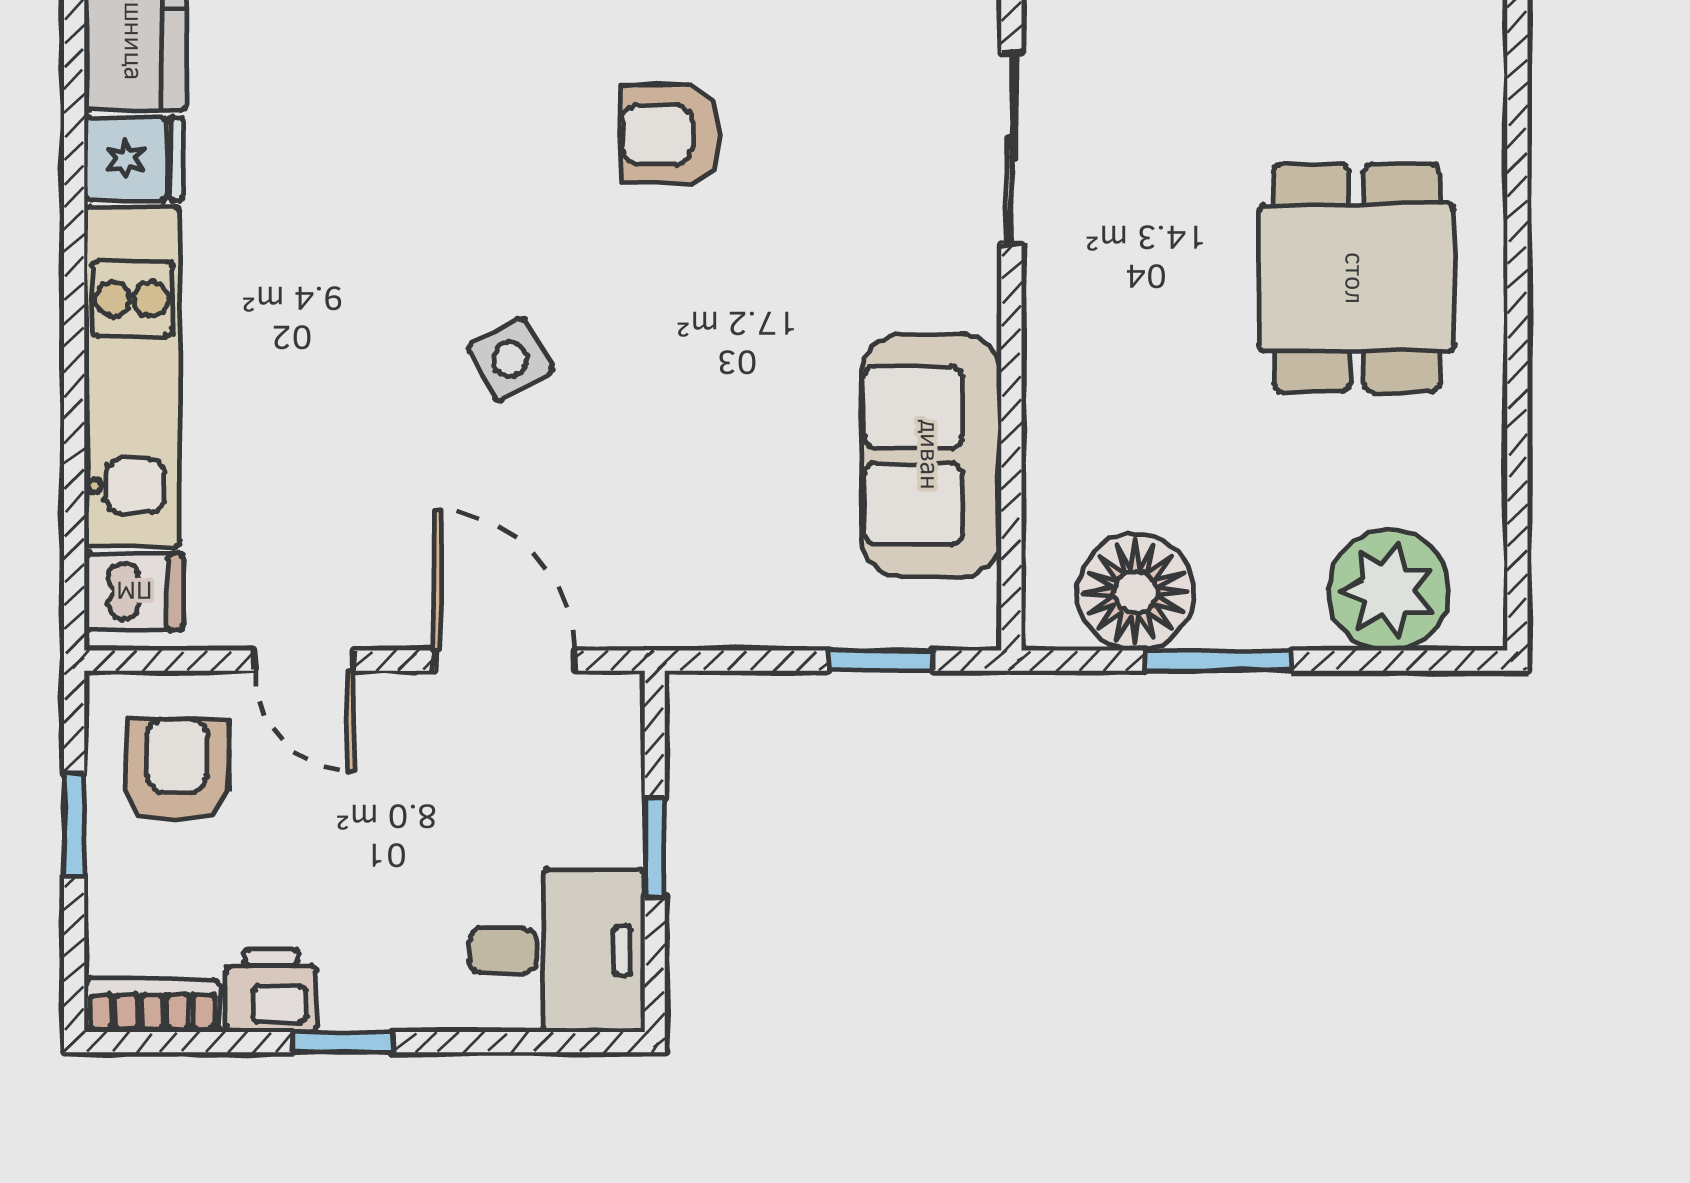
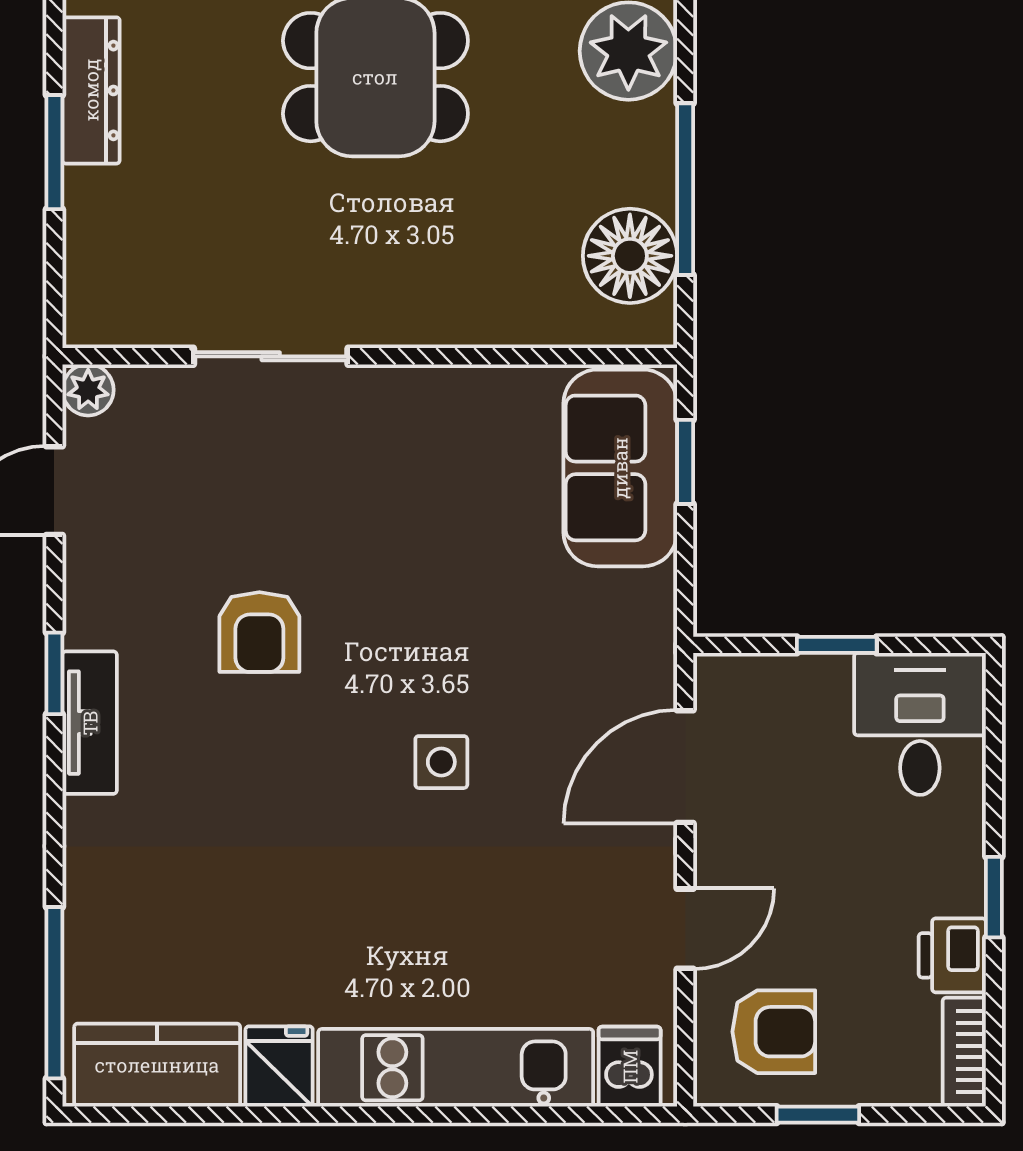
side table: (510, 359) -> (441, 762), turned 30
sofa: (931, 455) -> (620, 468), moved, turned 90
window: (1218, 661) -> (685, 189), width x1.44
armchair: (177, 770) -> (774, 1032), turned 180

